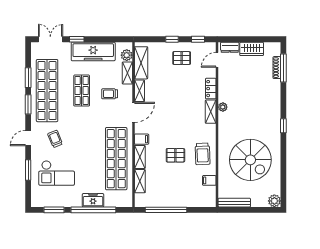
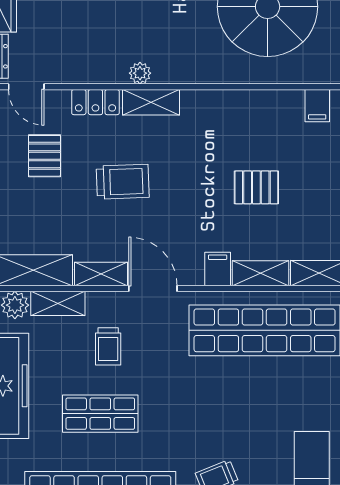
pallet: (182, 58) -> (44, 156), moved
trolley: (203, 154) -> (123, 182), moved
pallet: (175, 155) -> (256, 187), turned 90

